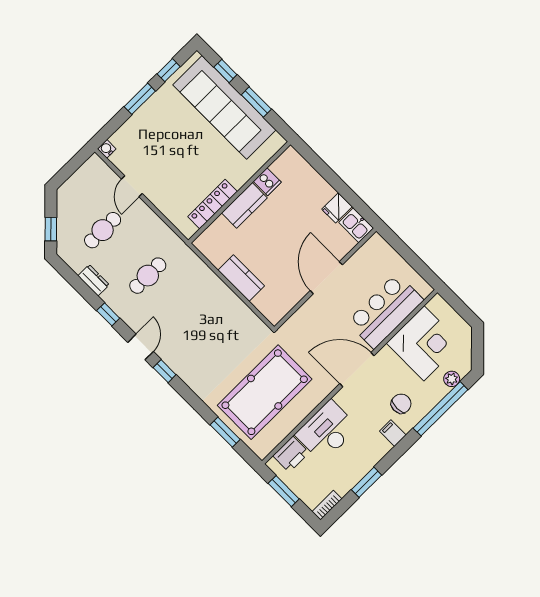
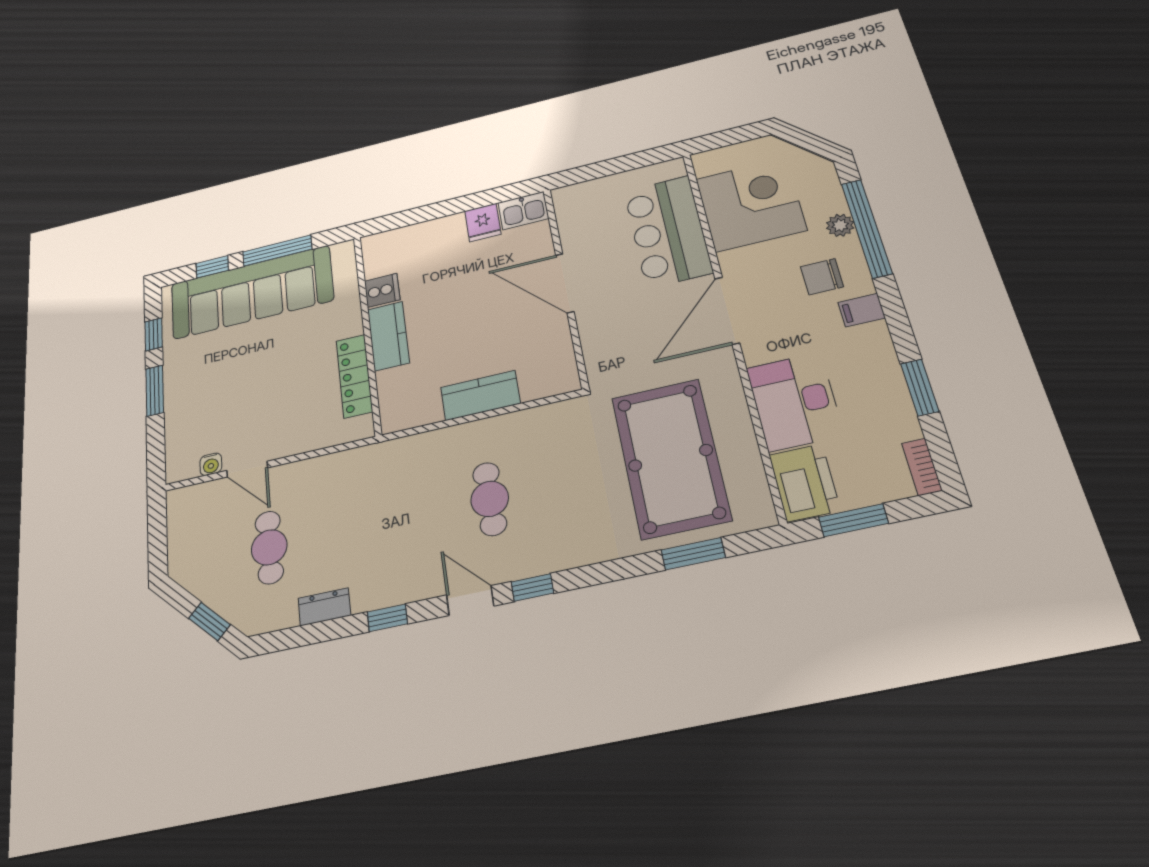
window: (256, 102) -> (277, 251), width x1.44
water cooler: (107, 149) -> (211, 464), moved, turned -90
cafe table: (148, 276) -> (490, 499), moved
plant: (452, 379) -> (840, 225), moved
chair: (401, 404) -> (822, 277), turned -90
printer: (291, 454) -> (804, 483), width x1.37, depth x1.19

